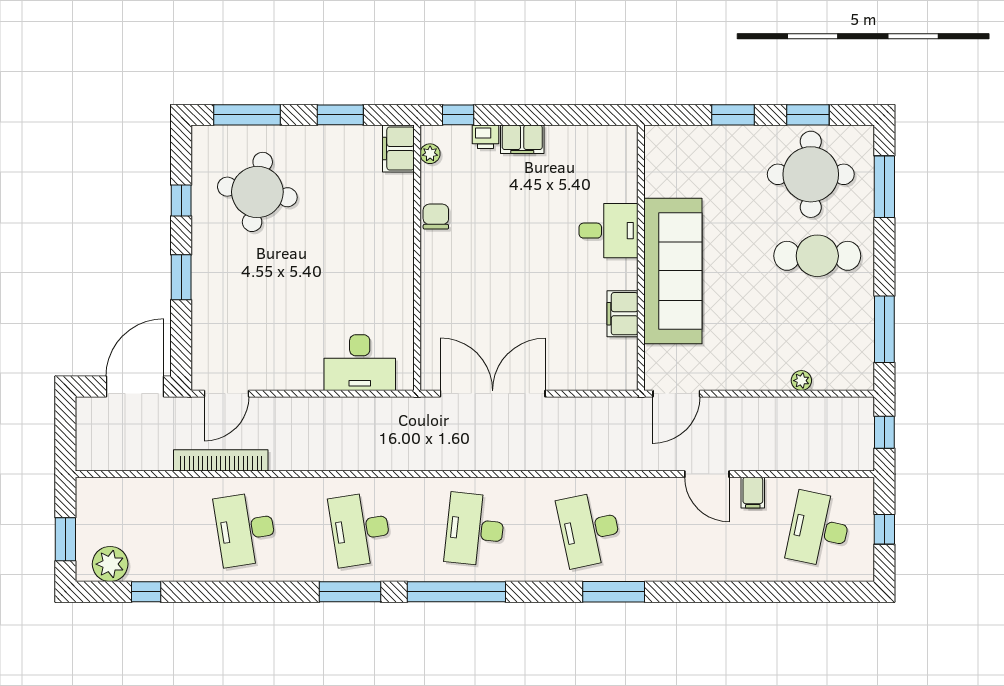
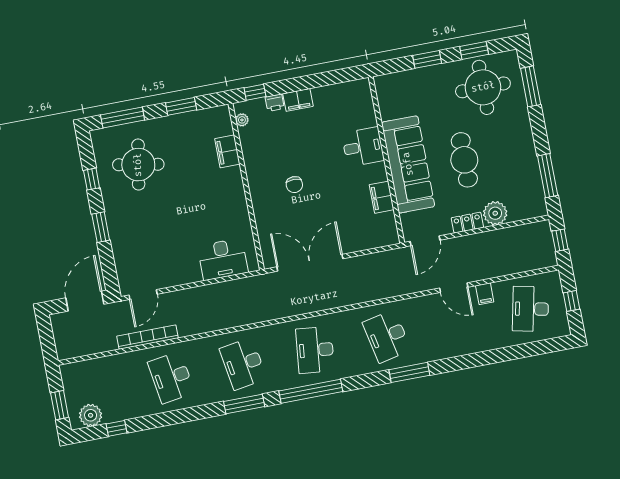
filing cabinet: (398, 148) -> (227, 151), moved
chair: (436, 217) -> (294, 185), moved, turned 180
cafe table: (817, 256) -> (464, 160), moved, turned 90
locker: (747, 378) -> (467, 223), added
plant: (801, 381) -> (495, 213), width x1.88, depth x1.88

